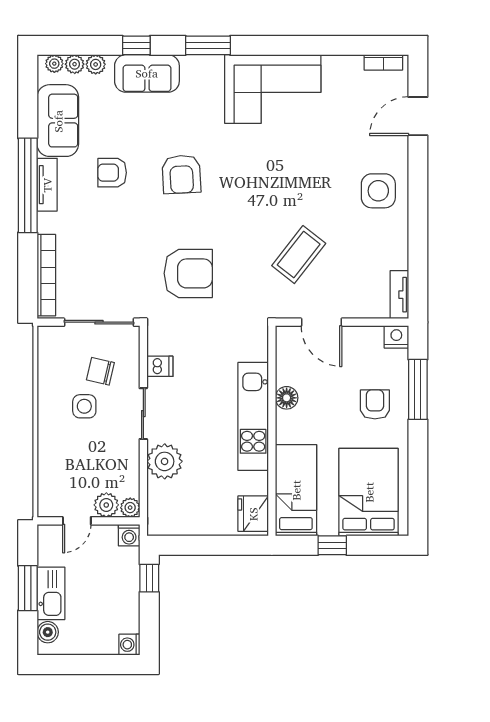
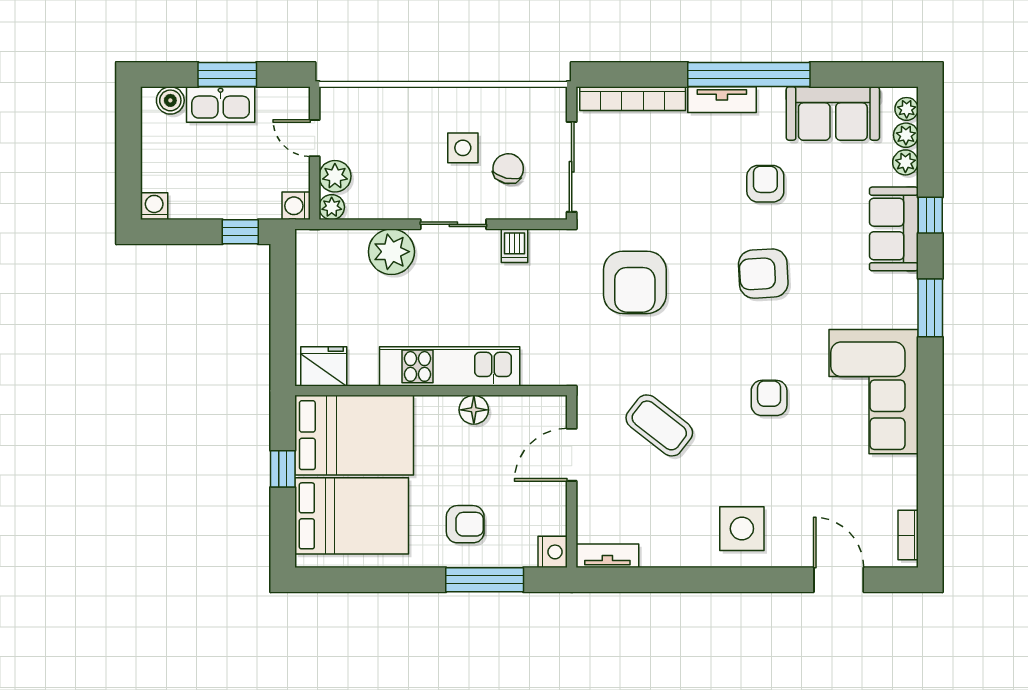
armchair: (277, 170) -> (769, 398), added
tv unit: (47, 185) -> (722, 100), moved
bed: (296, 490) -> (354, 435), width x1.50

